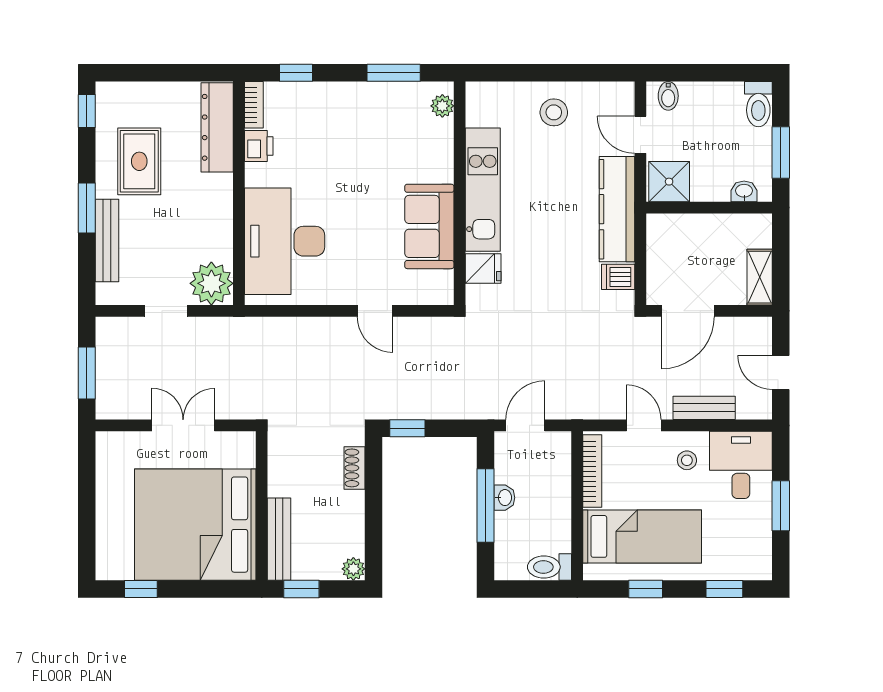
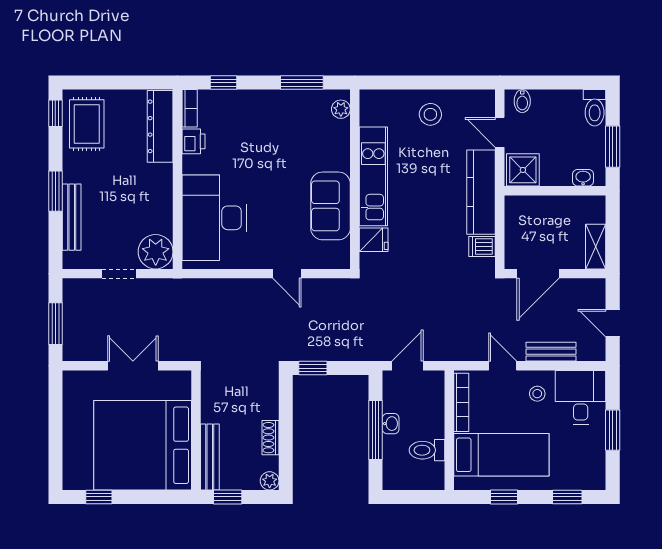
rug: (139, 161) -> (87, 124), moved
shoe rack: (355, 468) -> (270, 438), moved
toilet: (549, 567) -> (427, 450), moved

